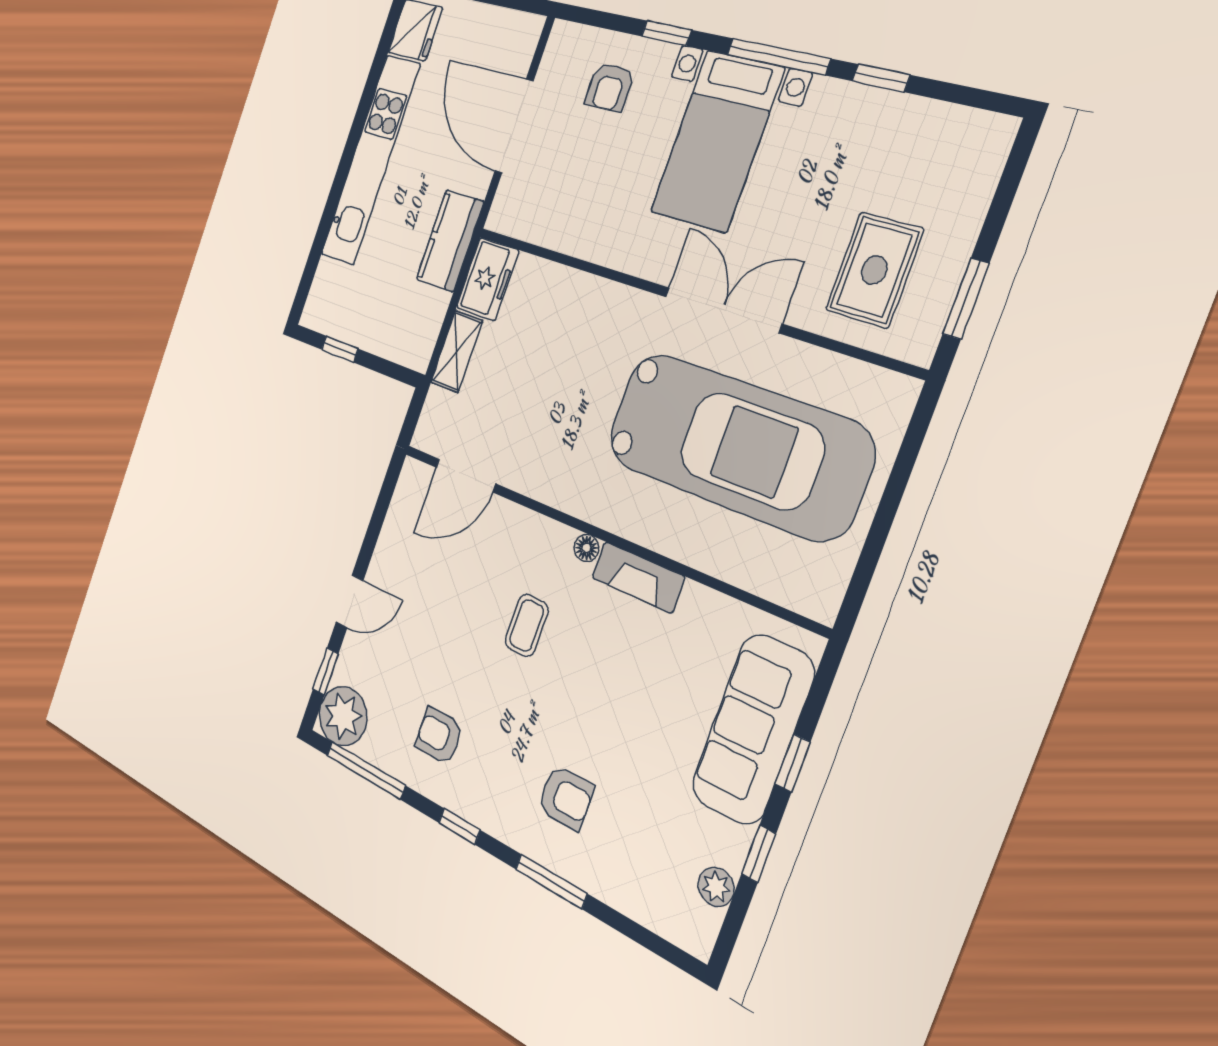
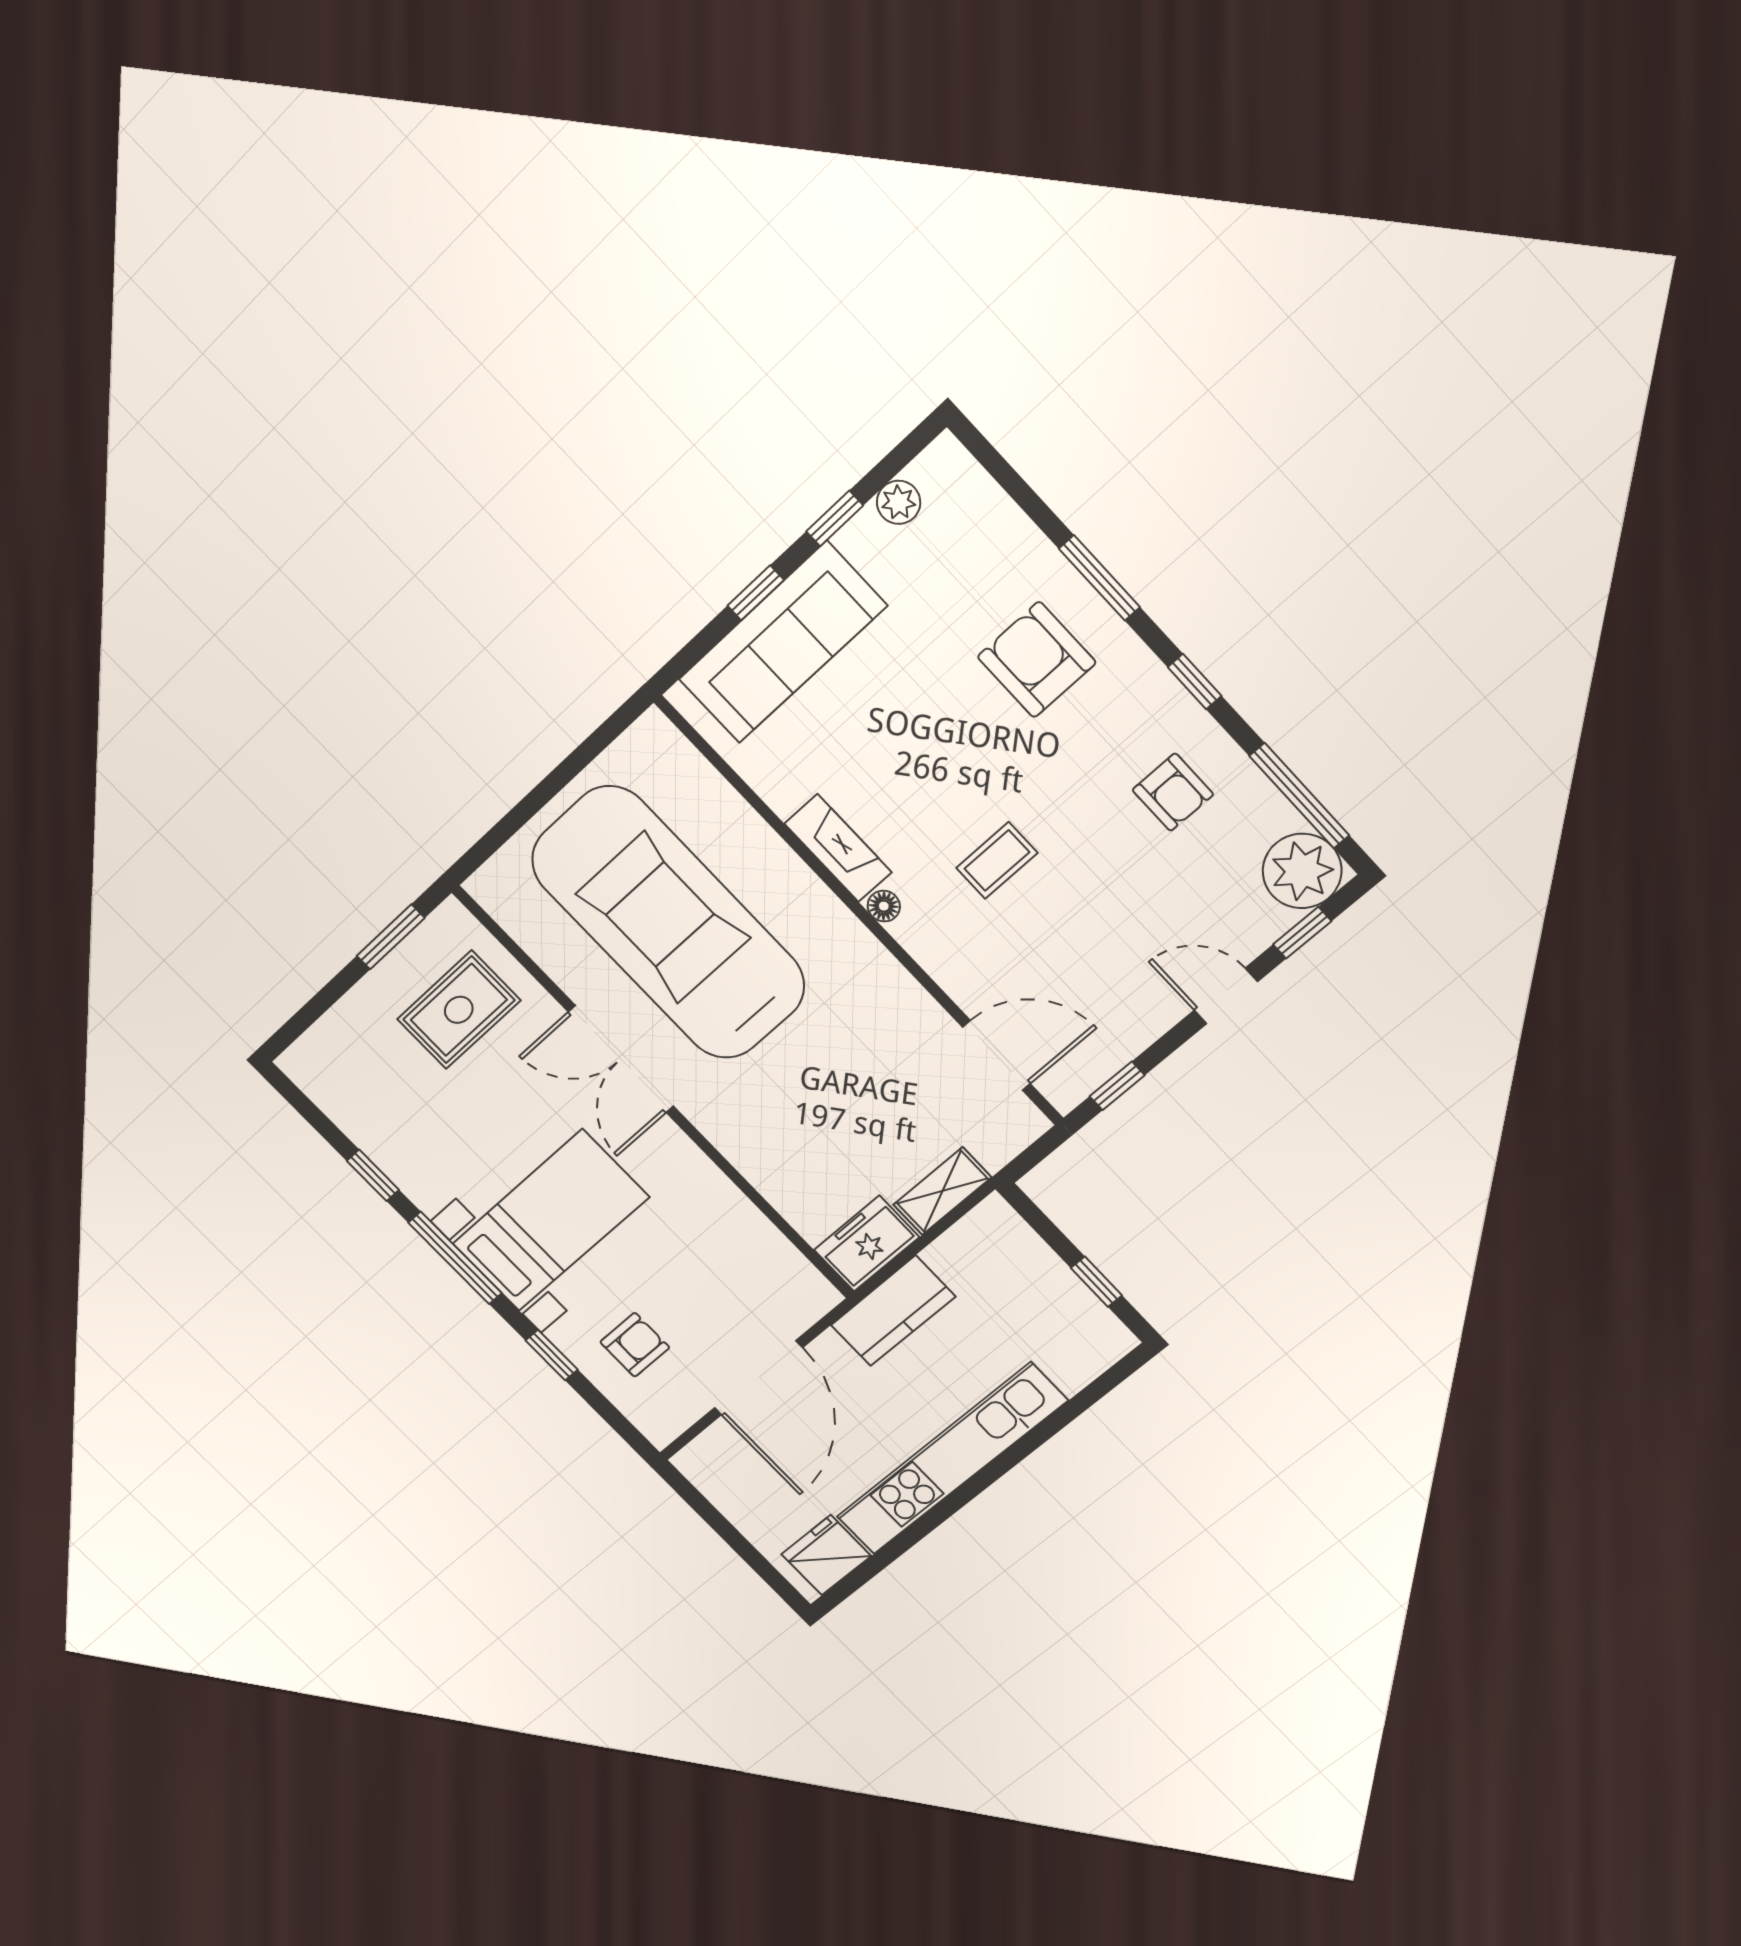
window: (385, 498) -> (1117, 1086), added
armchair: (566, 797) -> (1037, 660), width x1.38, depth x1.38

